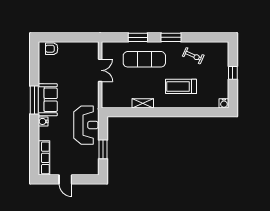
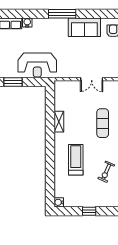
exercise mat: (144, 59) -> (103, 123), width x0.73, depth x0.69
sofa: (48, 100) -> (84, 27), moved
water cooler: (43, 121) -> (27, 23), moved

